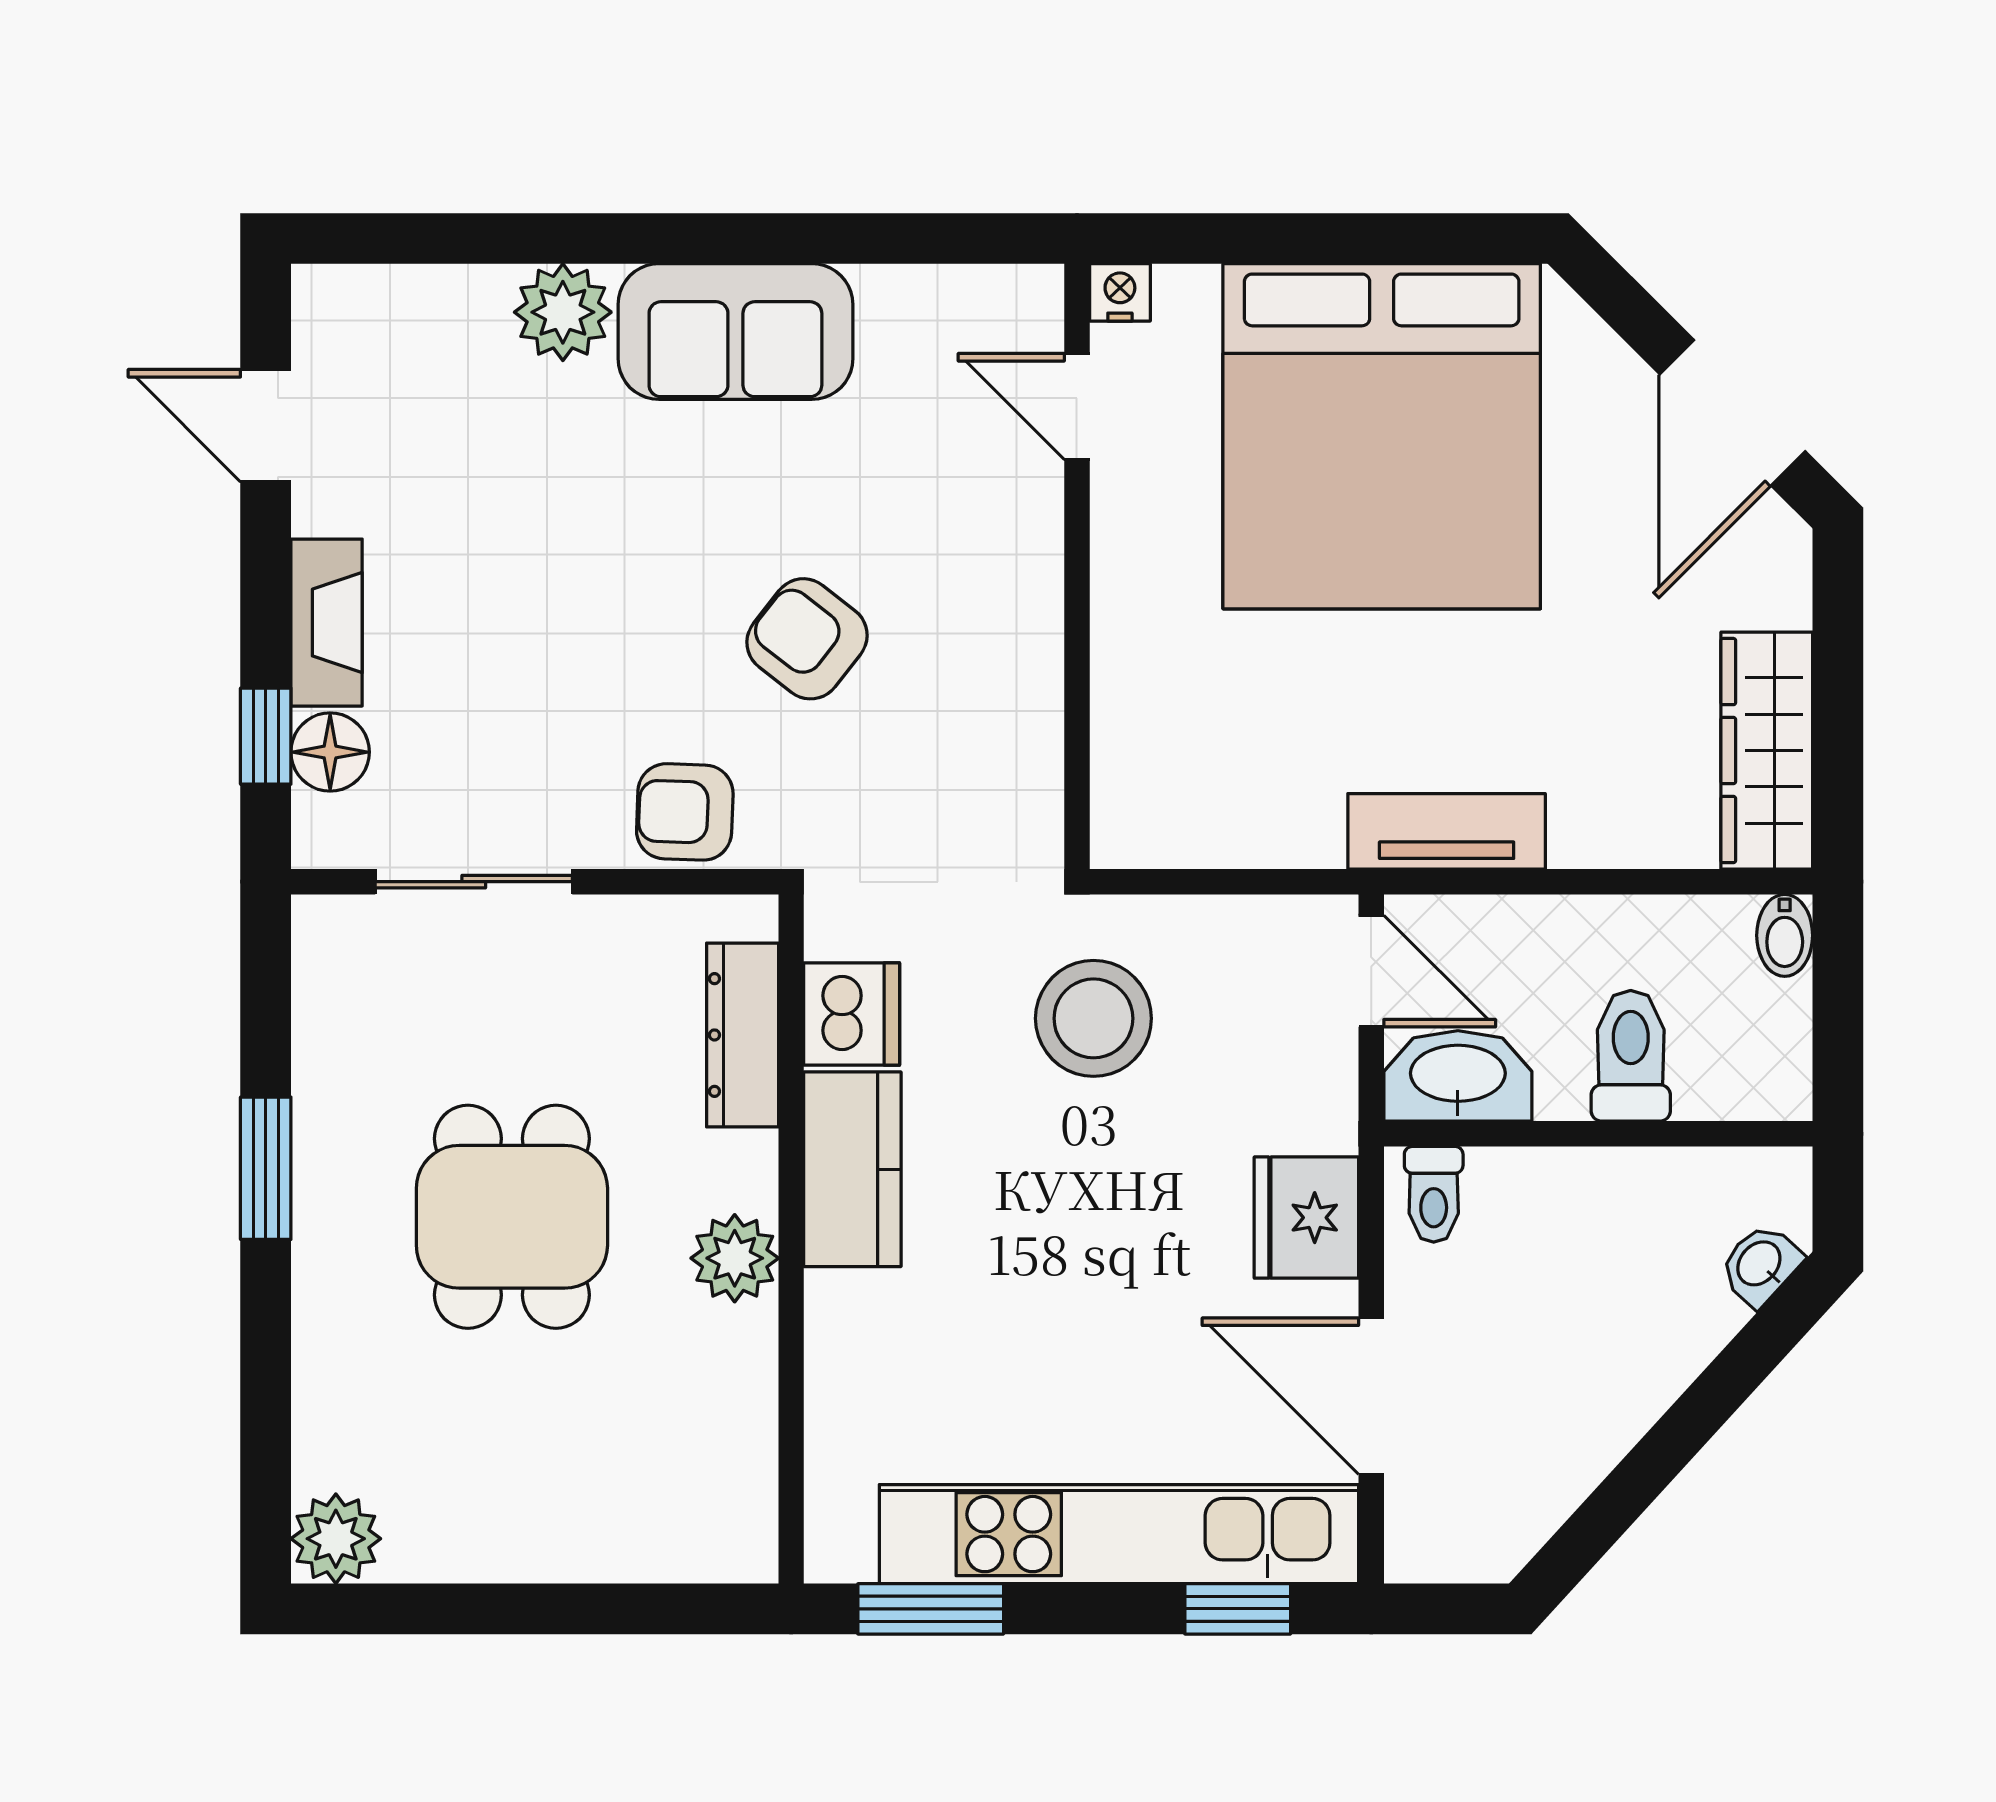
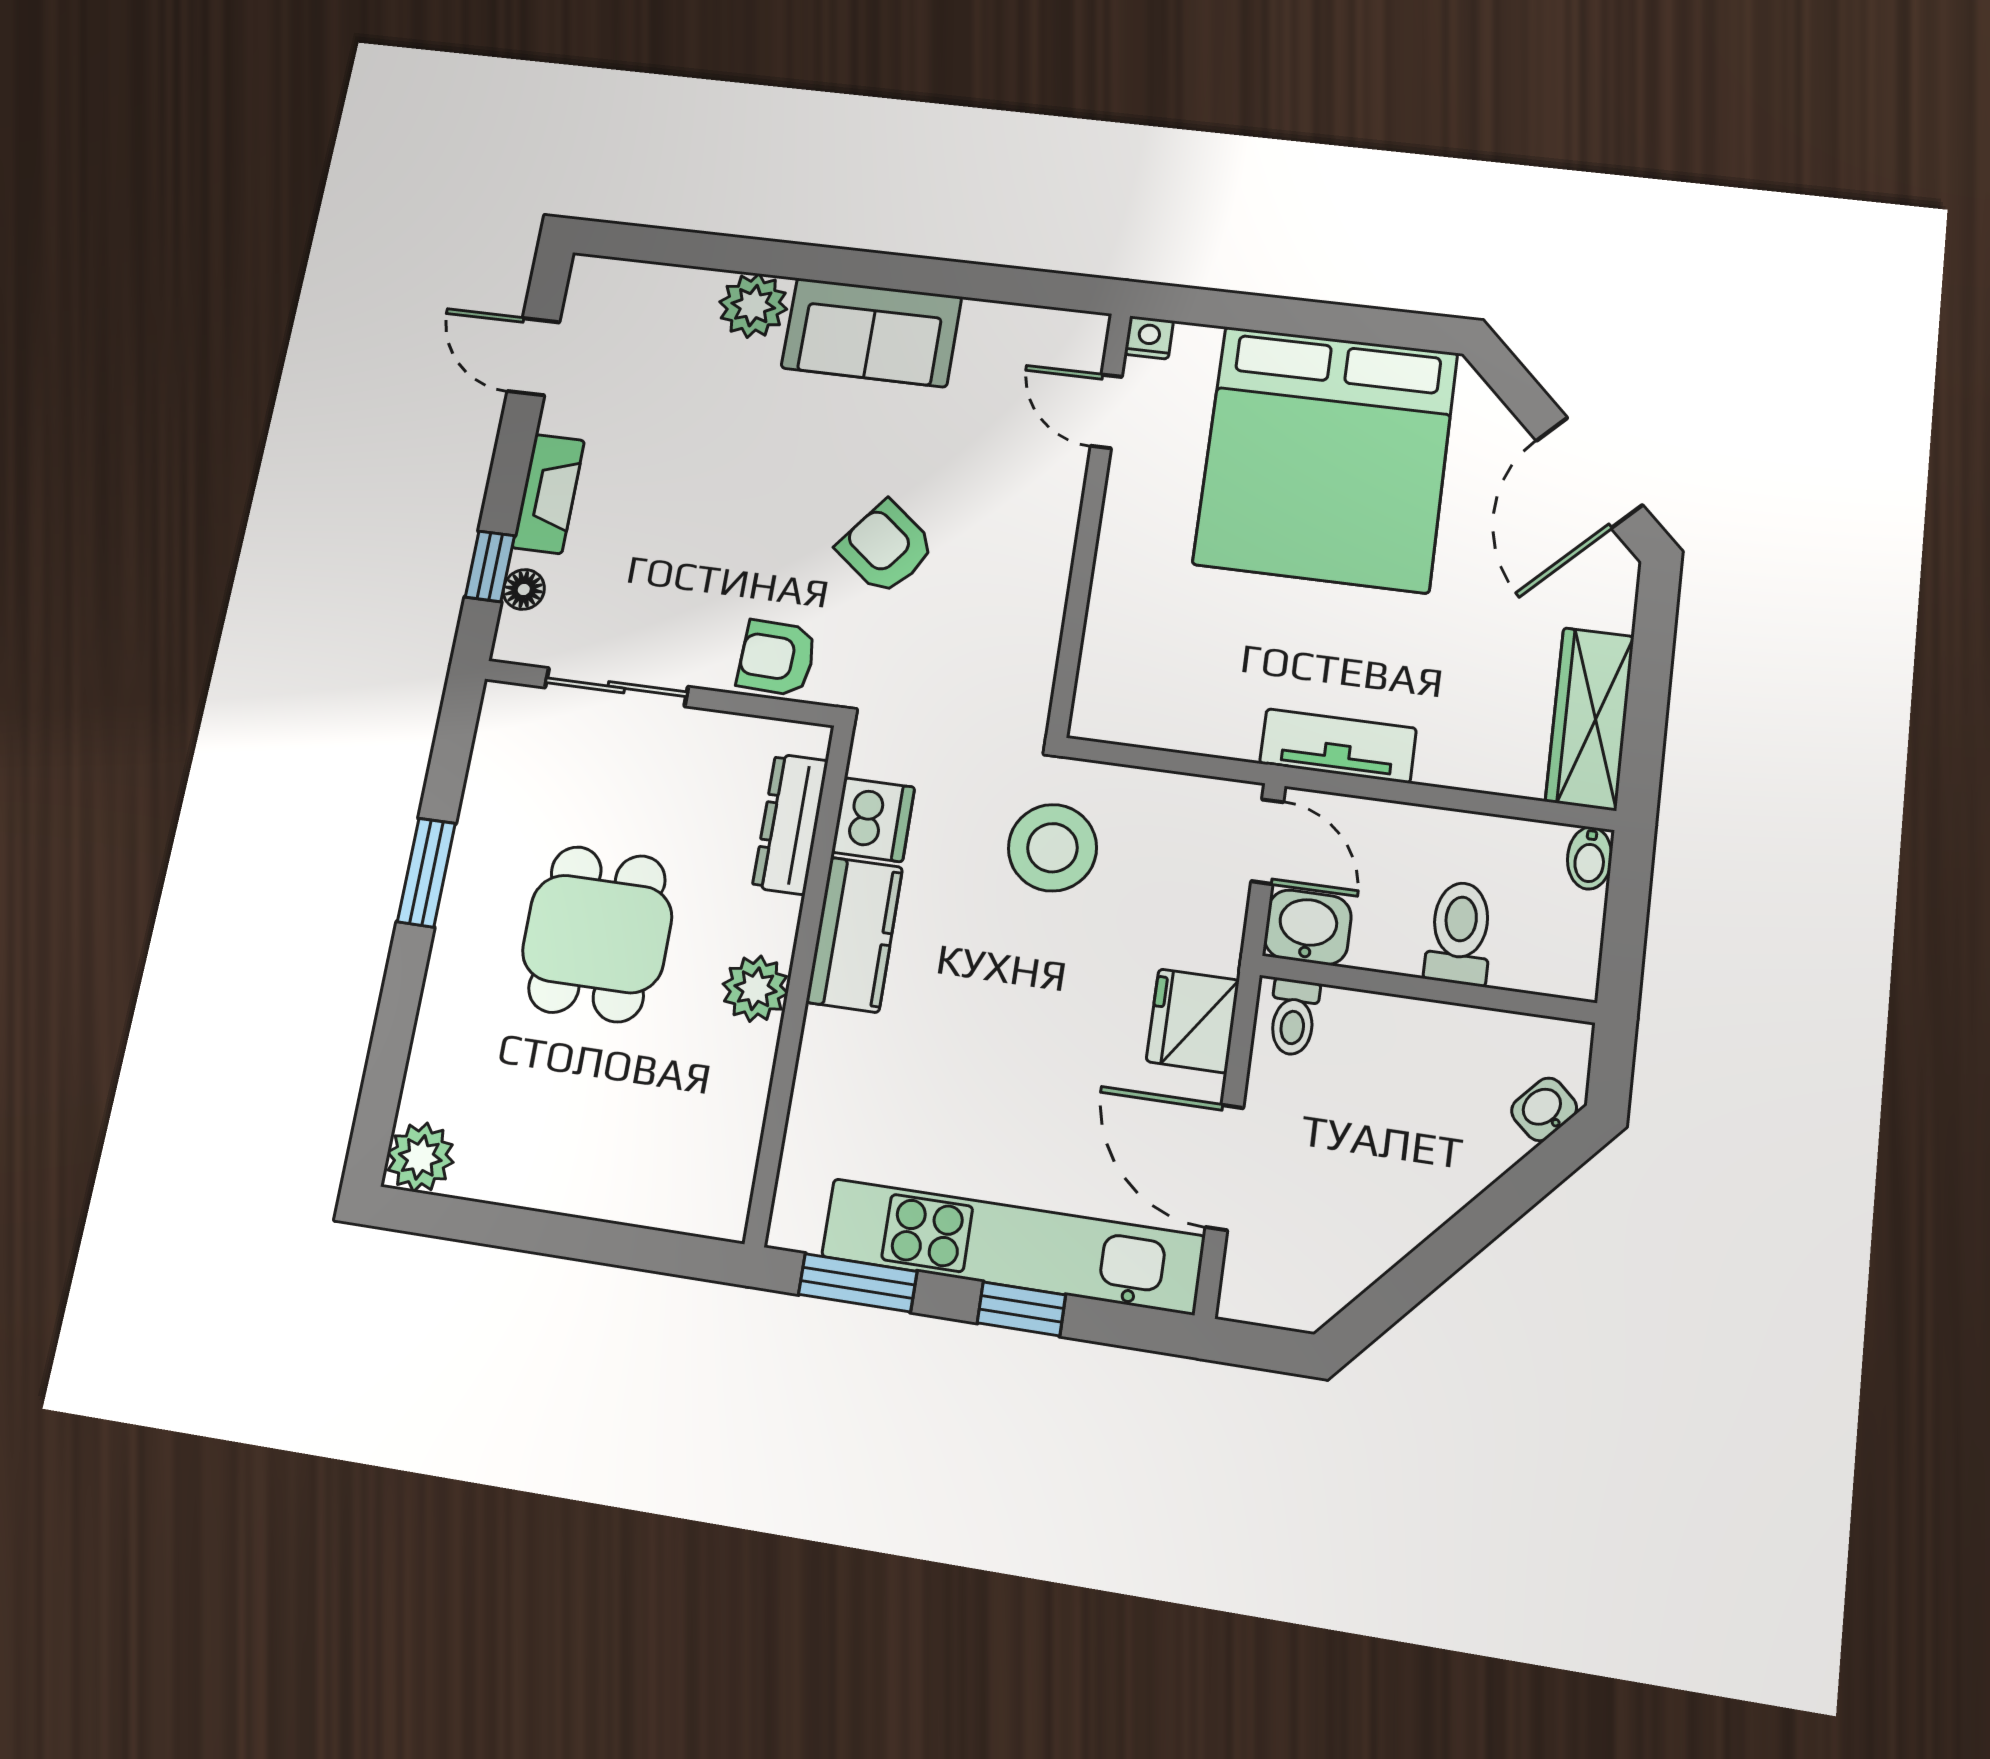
floor lamp: (330, 752) -> (524, 589), width x0.73, depth x0.73
washbasin: (1458, 1076) -> (1308, 927), width x0.72
window: (1238, 1609) -> (1021, 1309), moved

